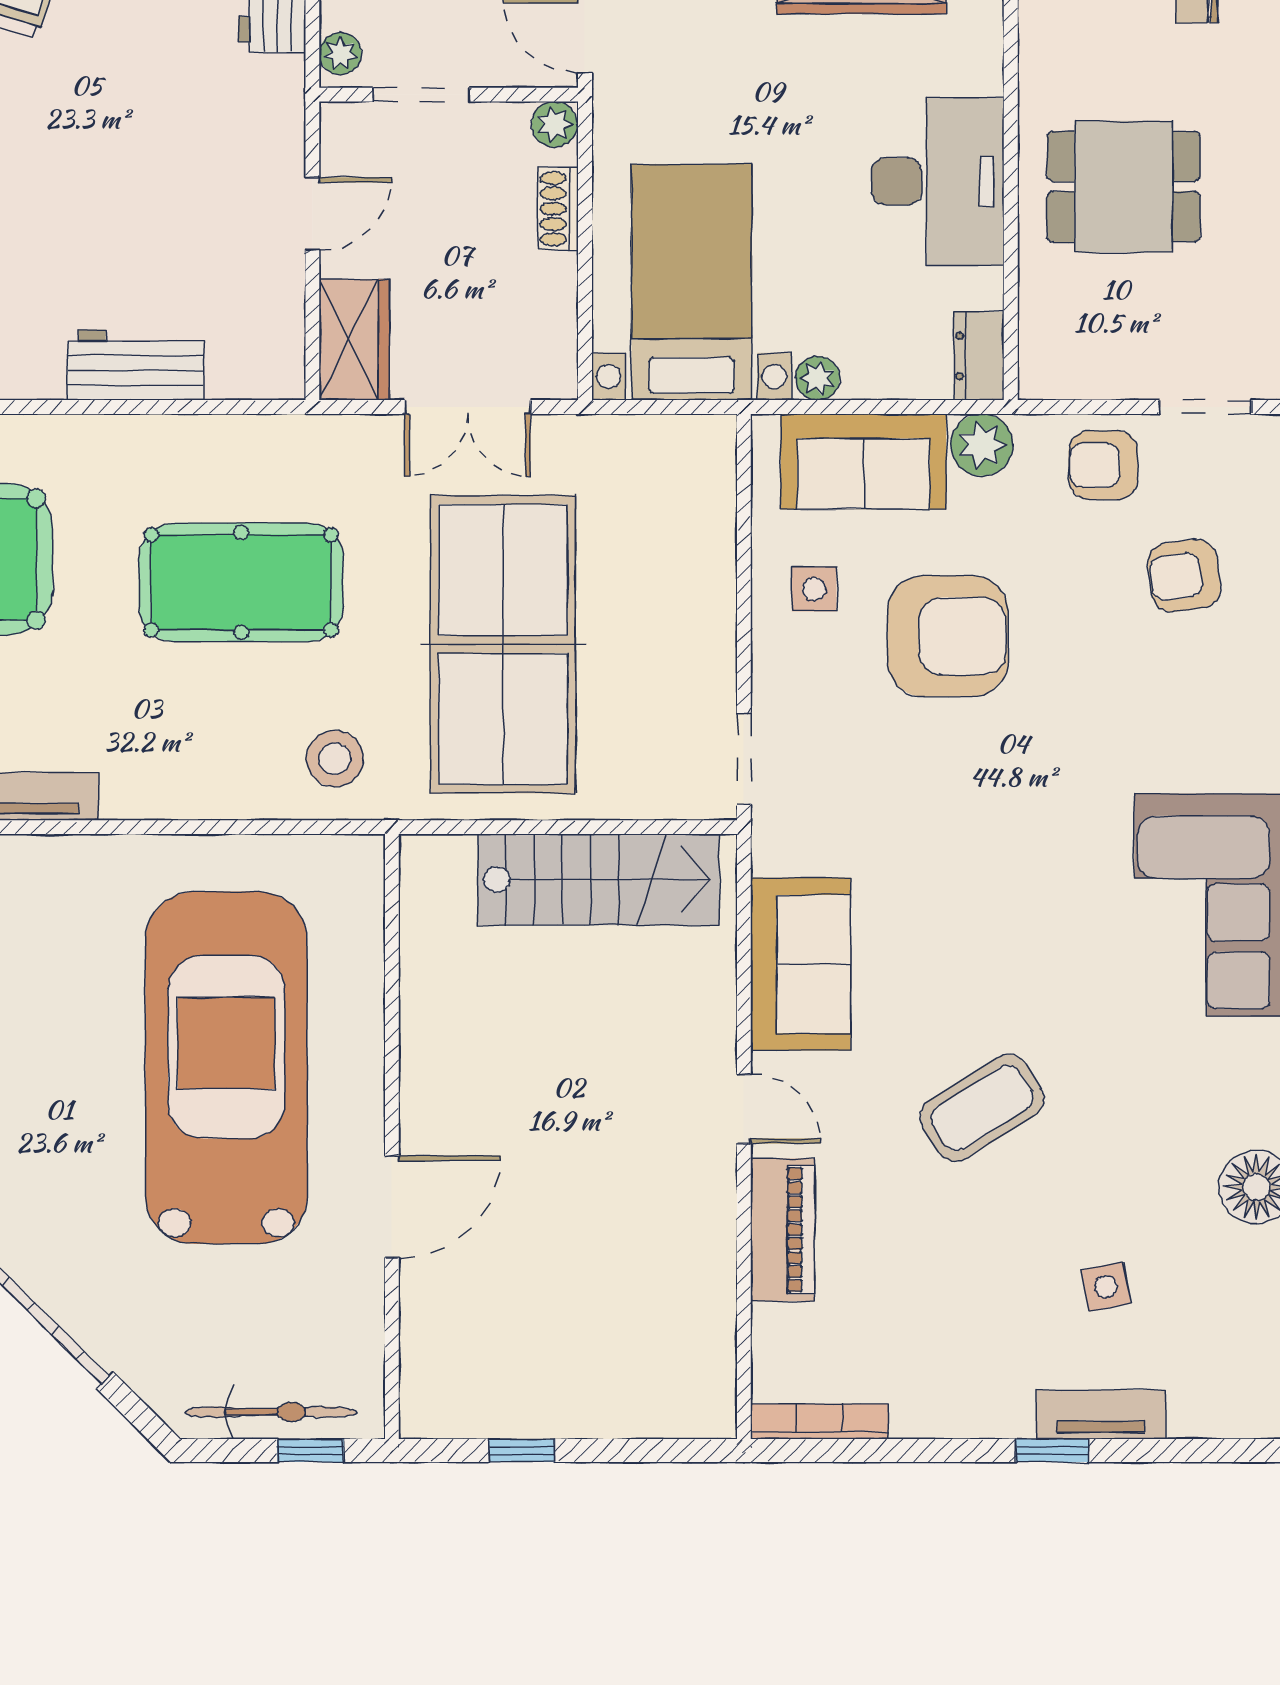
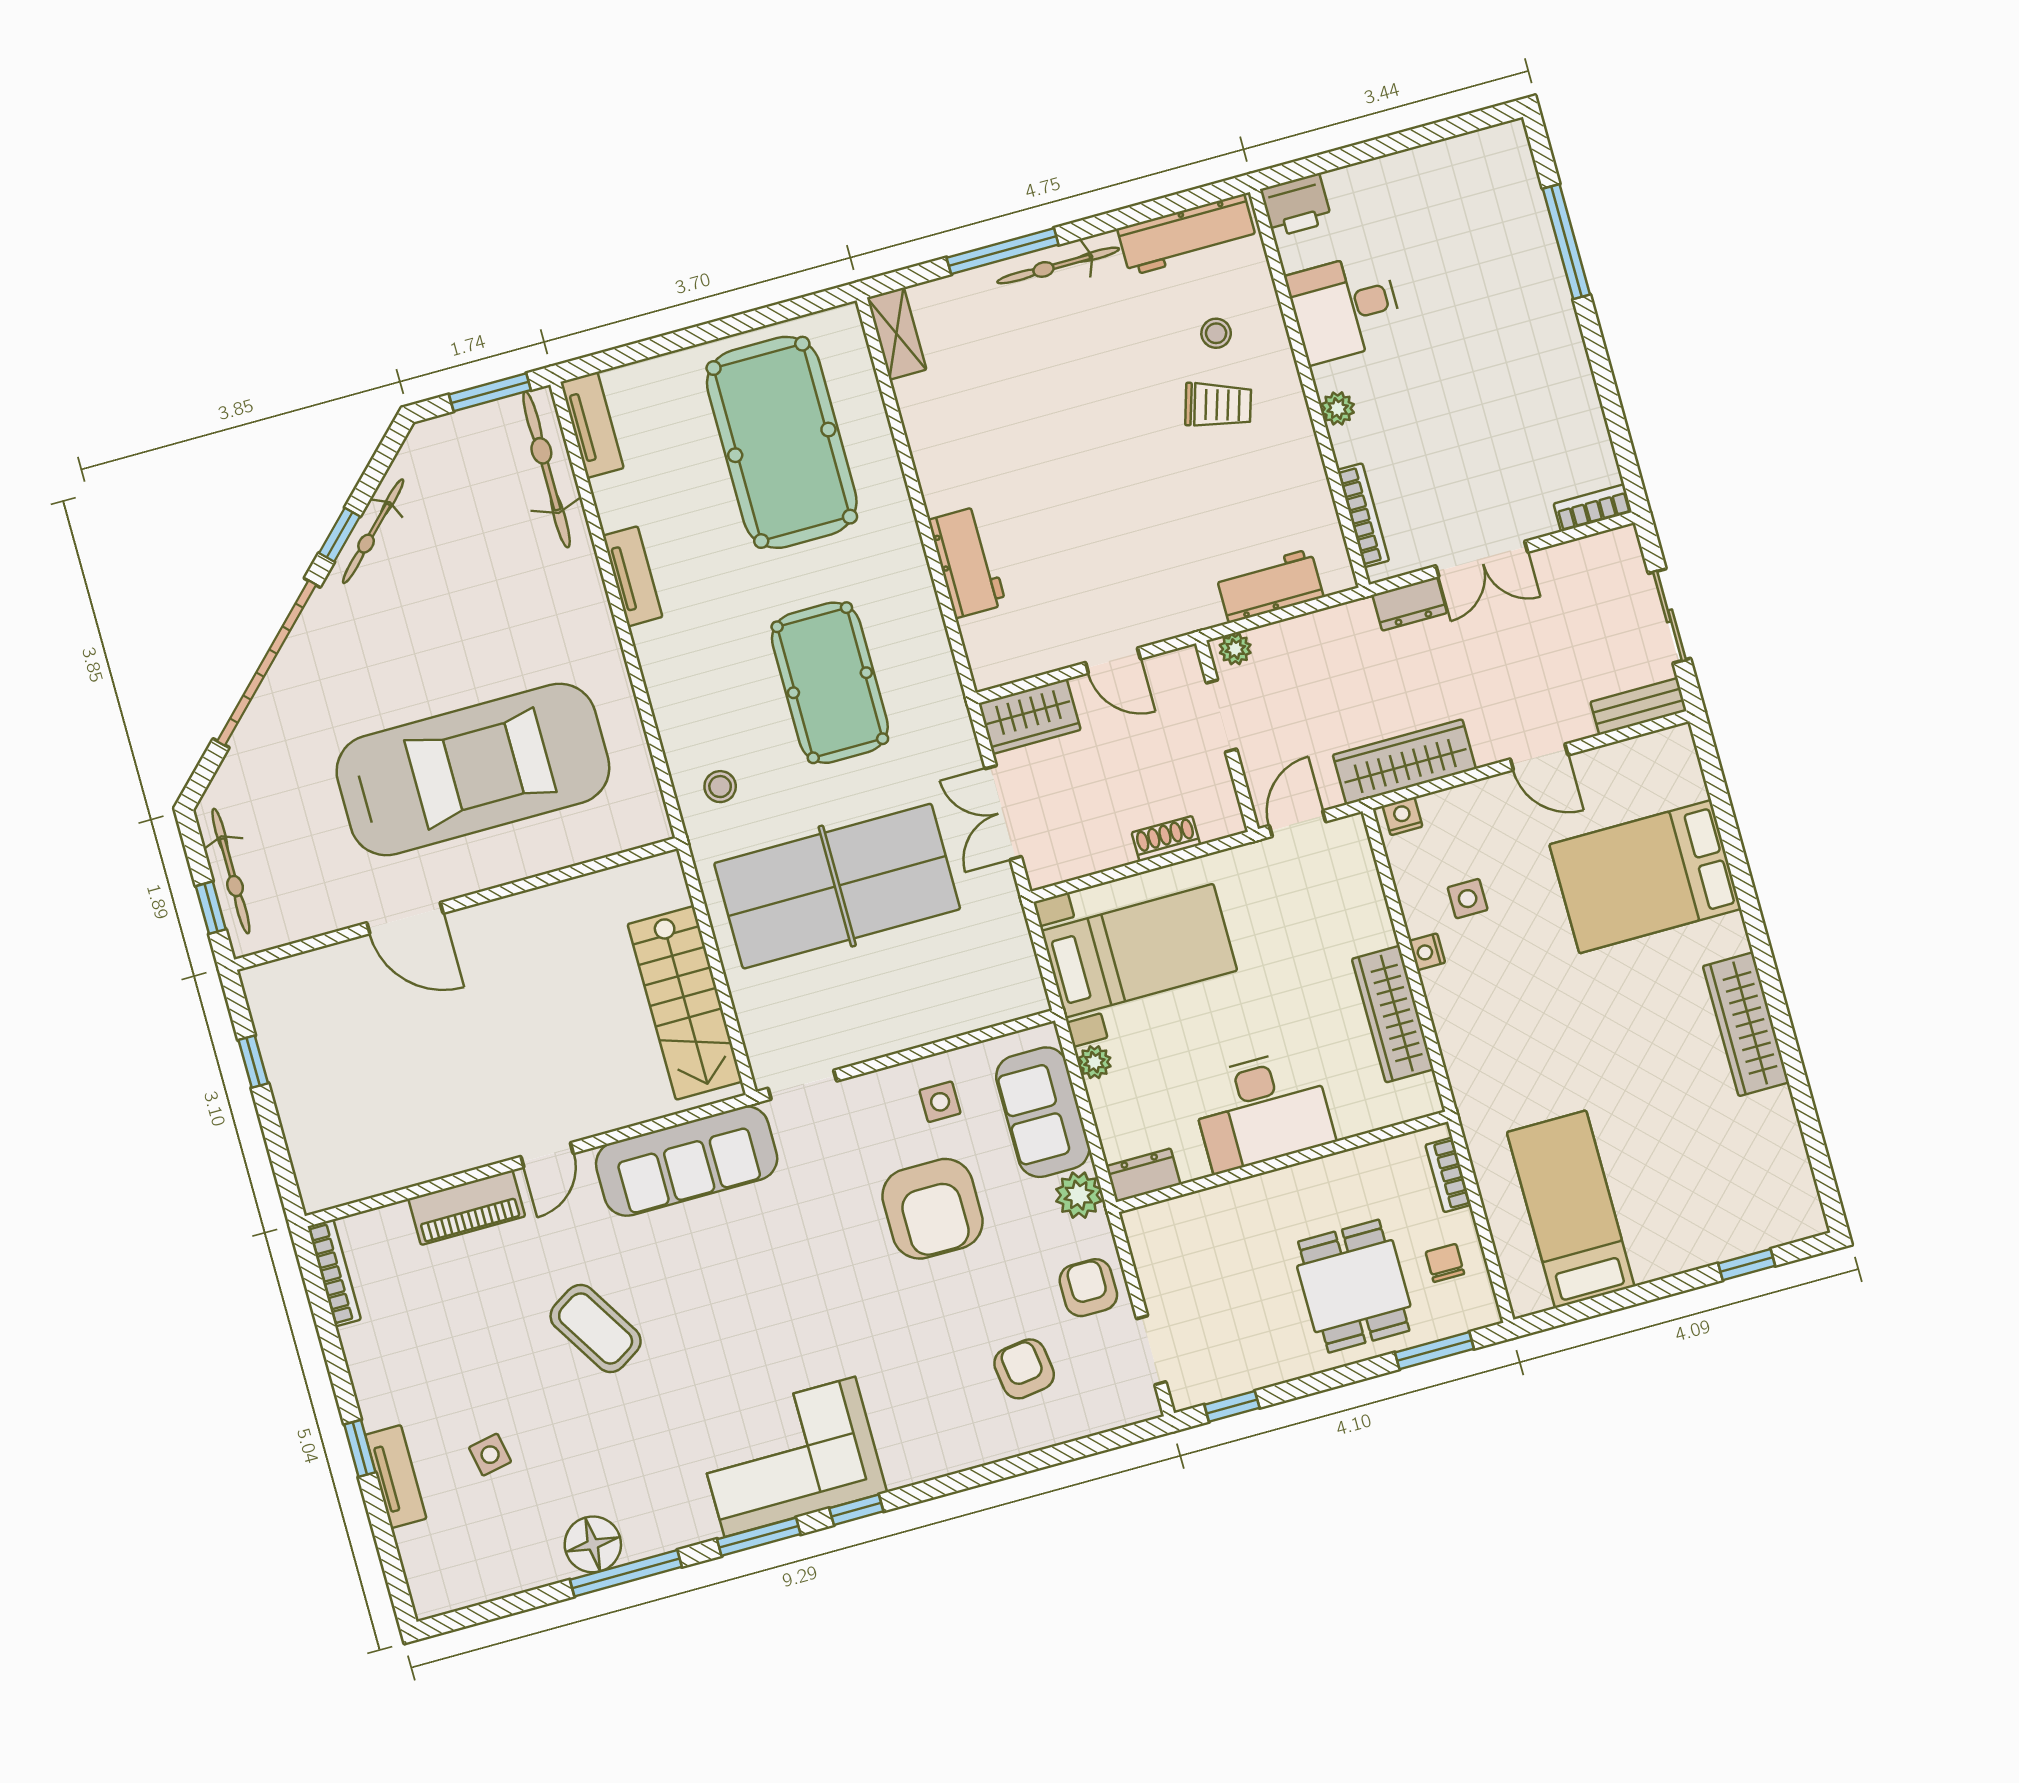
plant: (554, 124) -> (1227, 819), removed
dining table: (1124, 187) -> (1354, 1286), moved
stool: (335, 759) -> (720, 787), width x0.73, depth x0.73
sofa: (801, 964) -> (687, 1161), width x1.36

